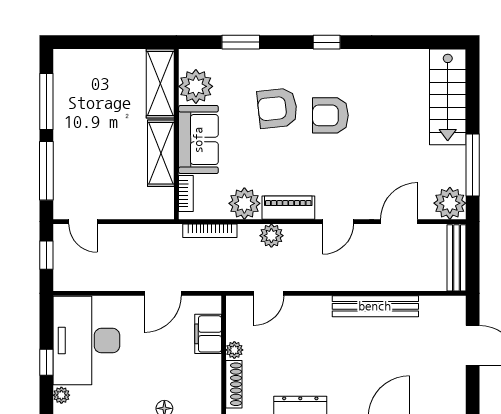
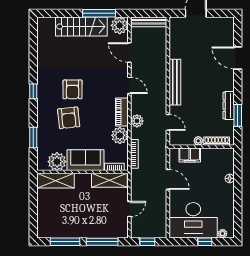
stairs: (448, 97) -> (81, 26), moved
shelving: (161, 153) -> (109, 180), moved
door: (83, 222) -> (129, 209), moved
bench: (375, 306) -> (175, 82), moved

